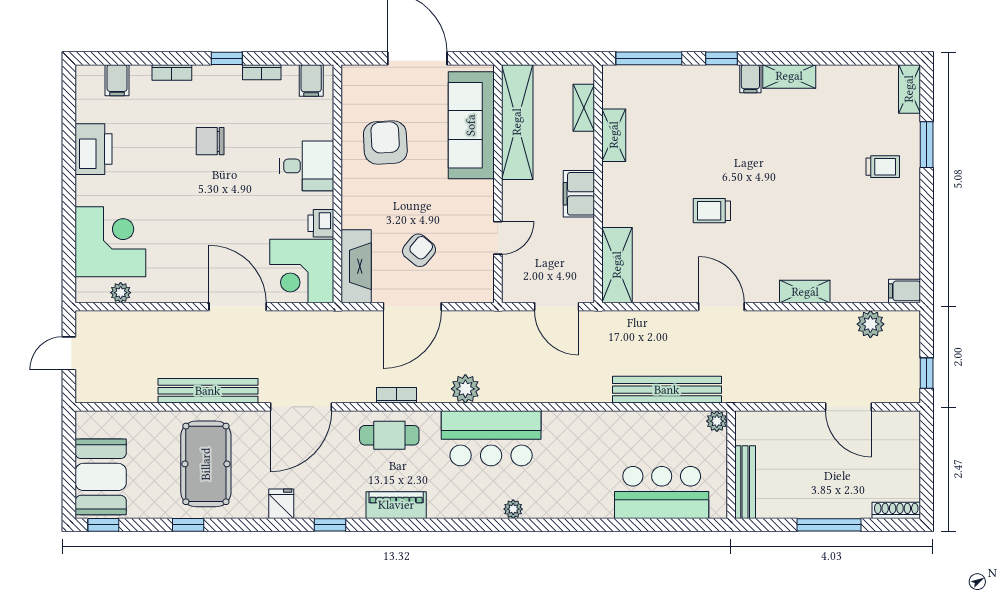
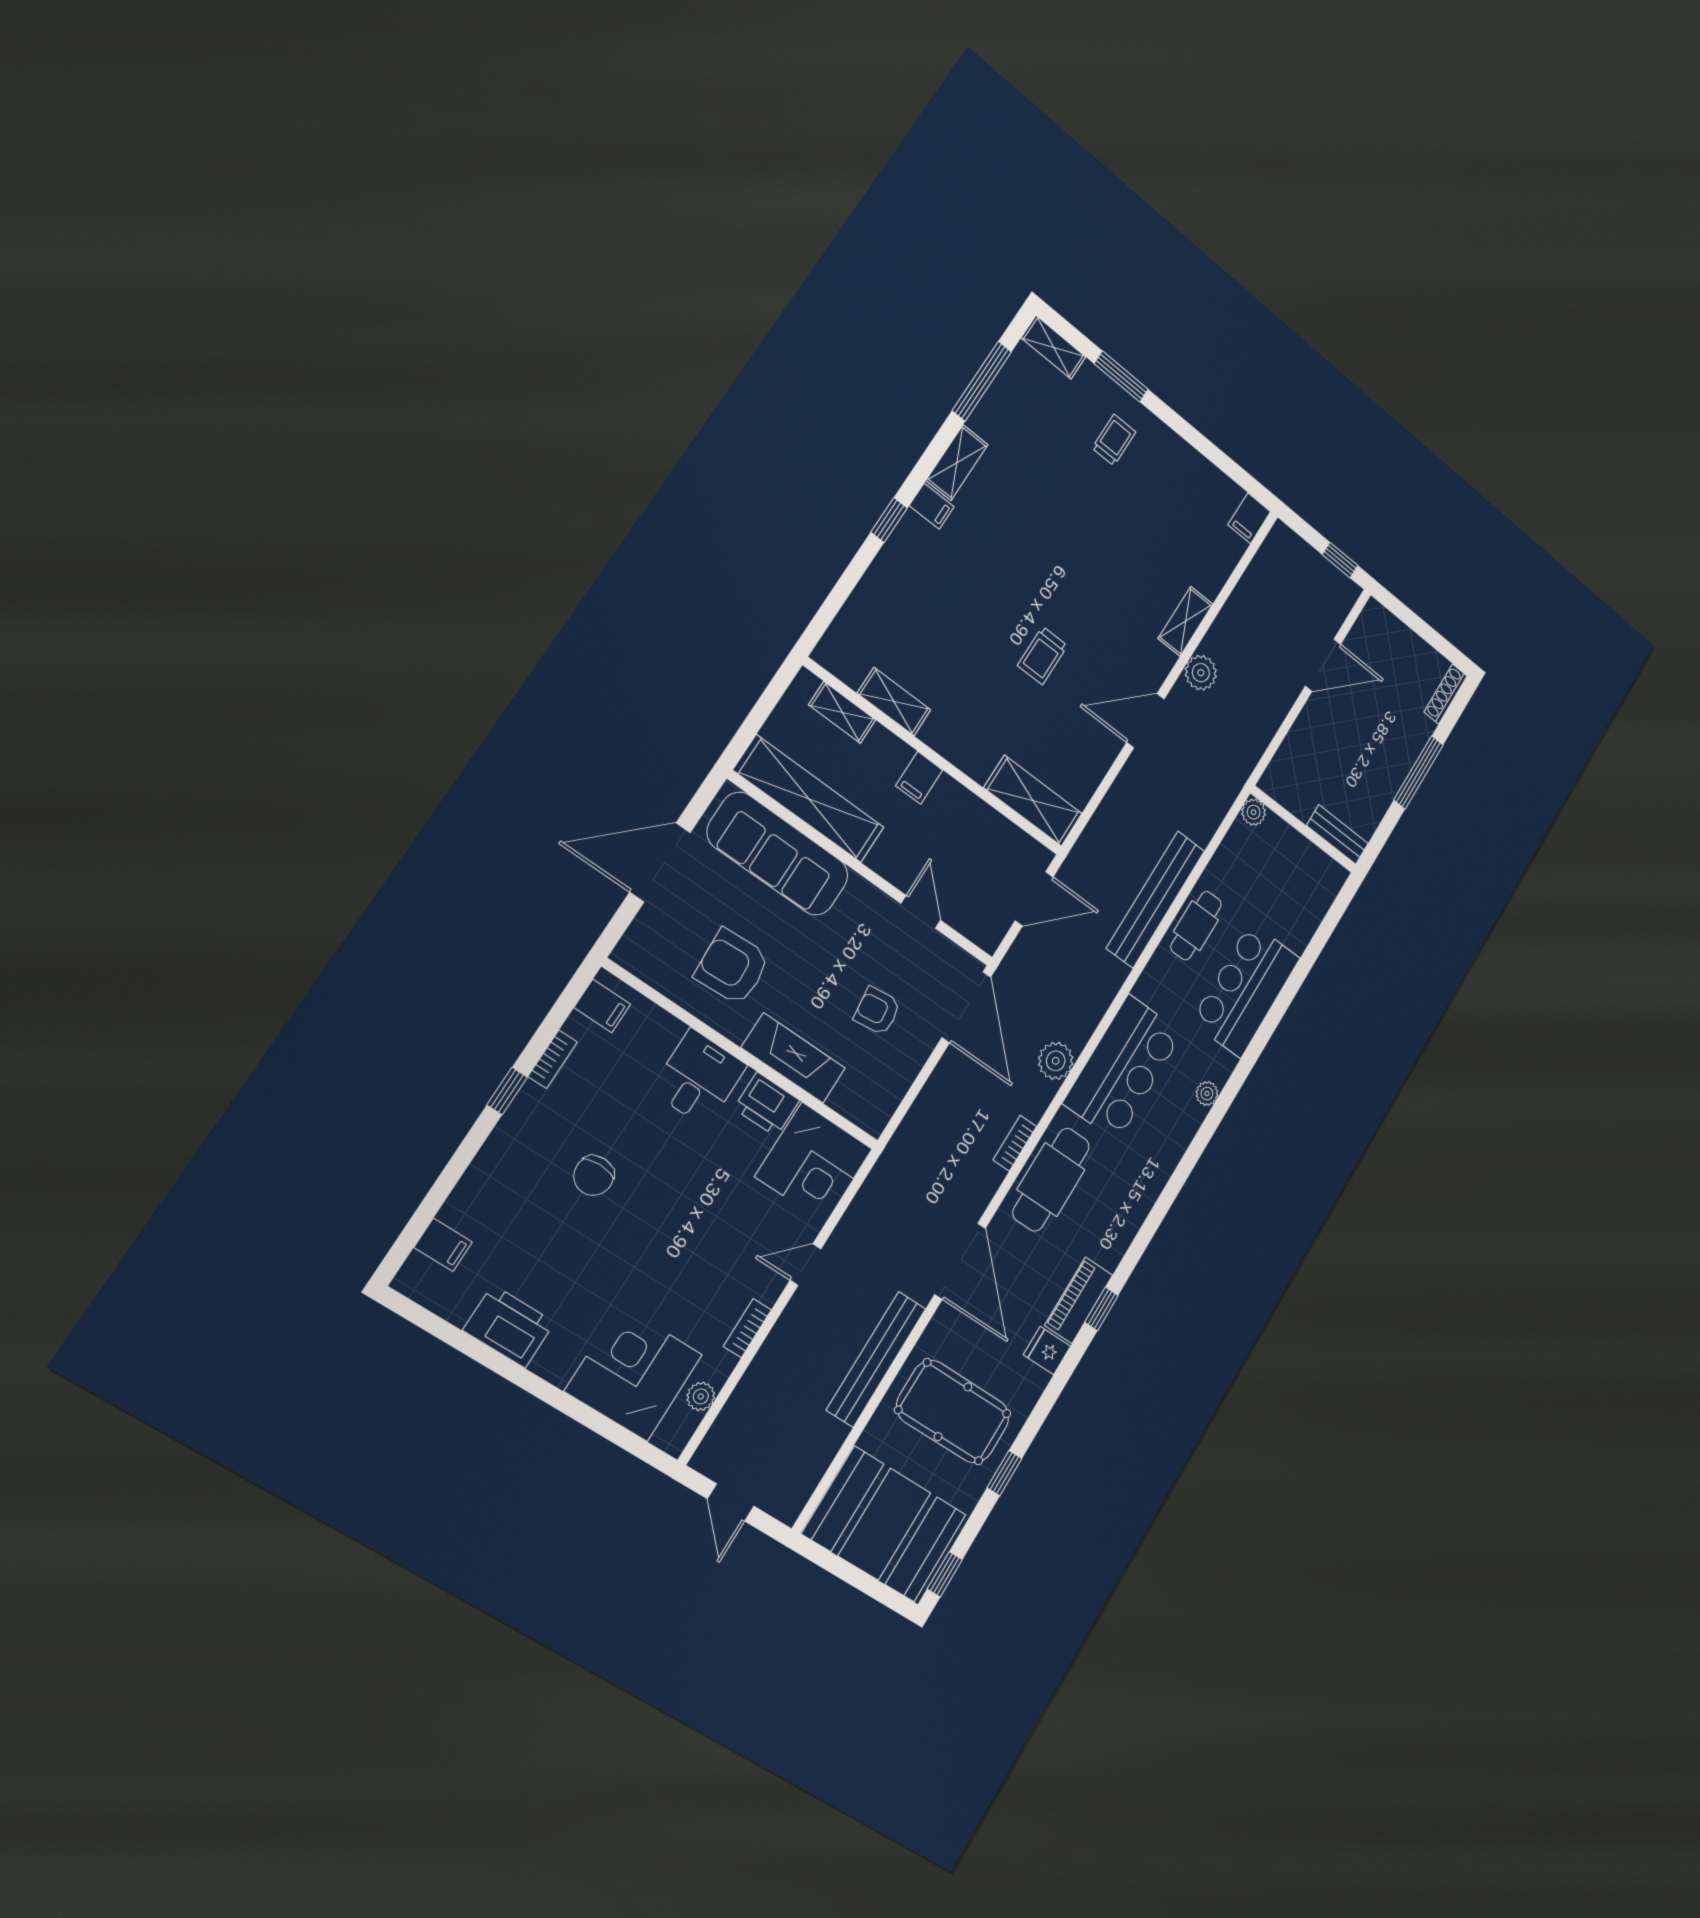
window: (649, 58) -> (982, 381), moved
bookcase: (172, 73) -> (747, 1328), moved, turned 180
filing cabinet: (579, 194) -> (919, 778), width x0.50
printer: (321, 223) -> (767, 1104), width x1.36, depth x1.24
armchair: (419, 250) -> (877, 1011), turned -47
fireplace: (356, 266) -> (793, 1058), moved
door: (238, 307) -> (805, 1265), width x0.53
door: (412, 307) -> (966, 1007), moved
plant: (870, 324) -> (1201, 673), moved
bench: (667, 390) -> (1156, 899), moved
cafe table: (615, 429) -> (1196, 926), added
cafe table: (389, 435) -> (1051, 1180), width x1.37, depth x1.35
booth: (101, 477) -> (884, 1524), width x1.36, depth x1.42
bench: (745, 482) -> (1337, 834), width x0.73
bar counter: (662, 492) -> (1246, 990), moved
piano: (396, 505) -> (1079, 1300), moved

